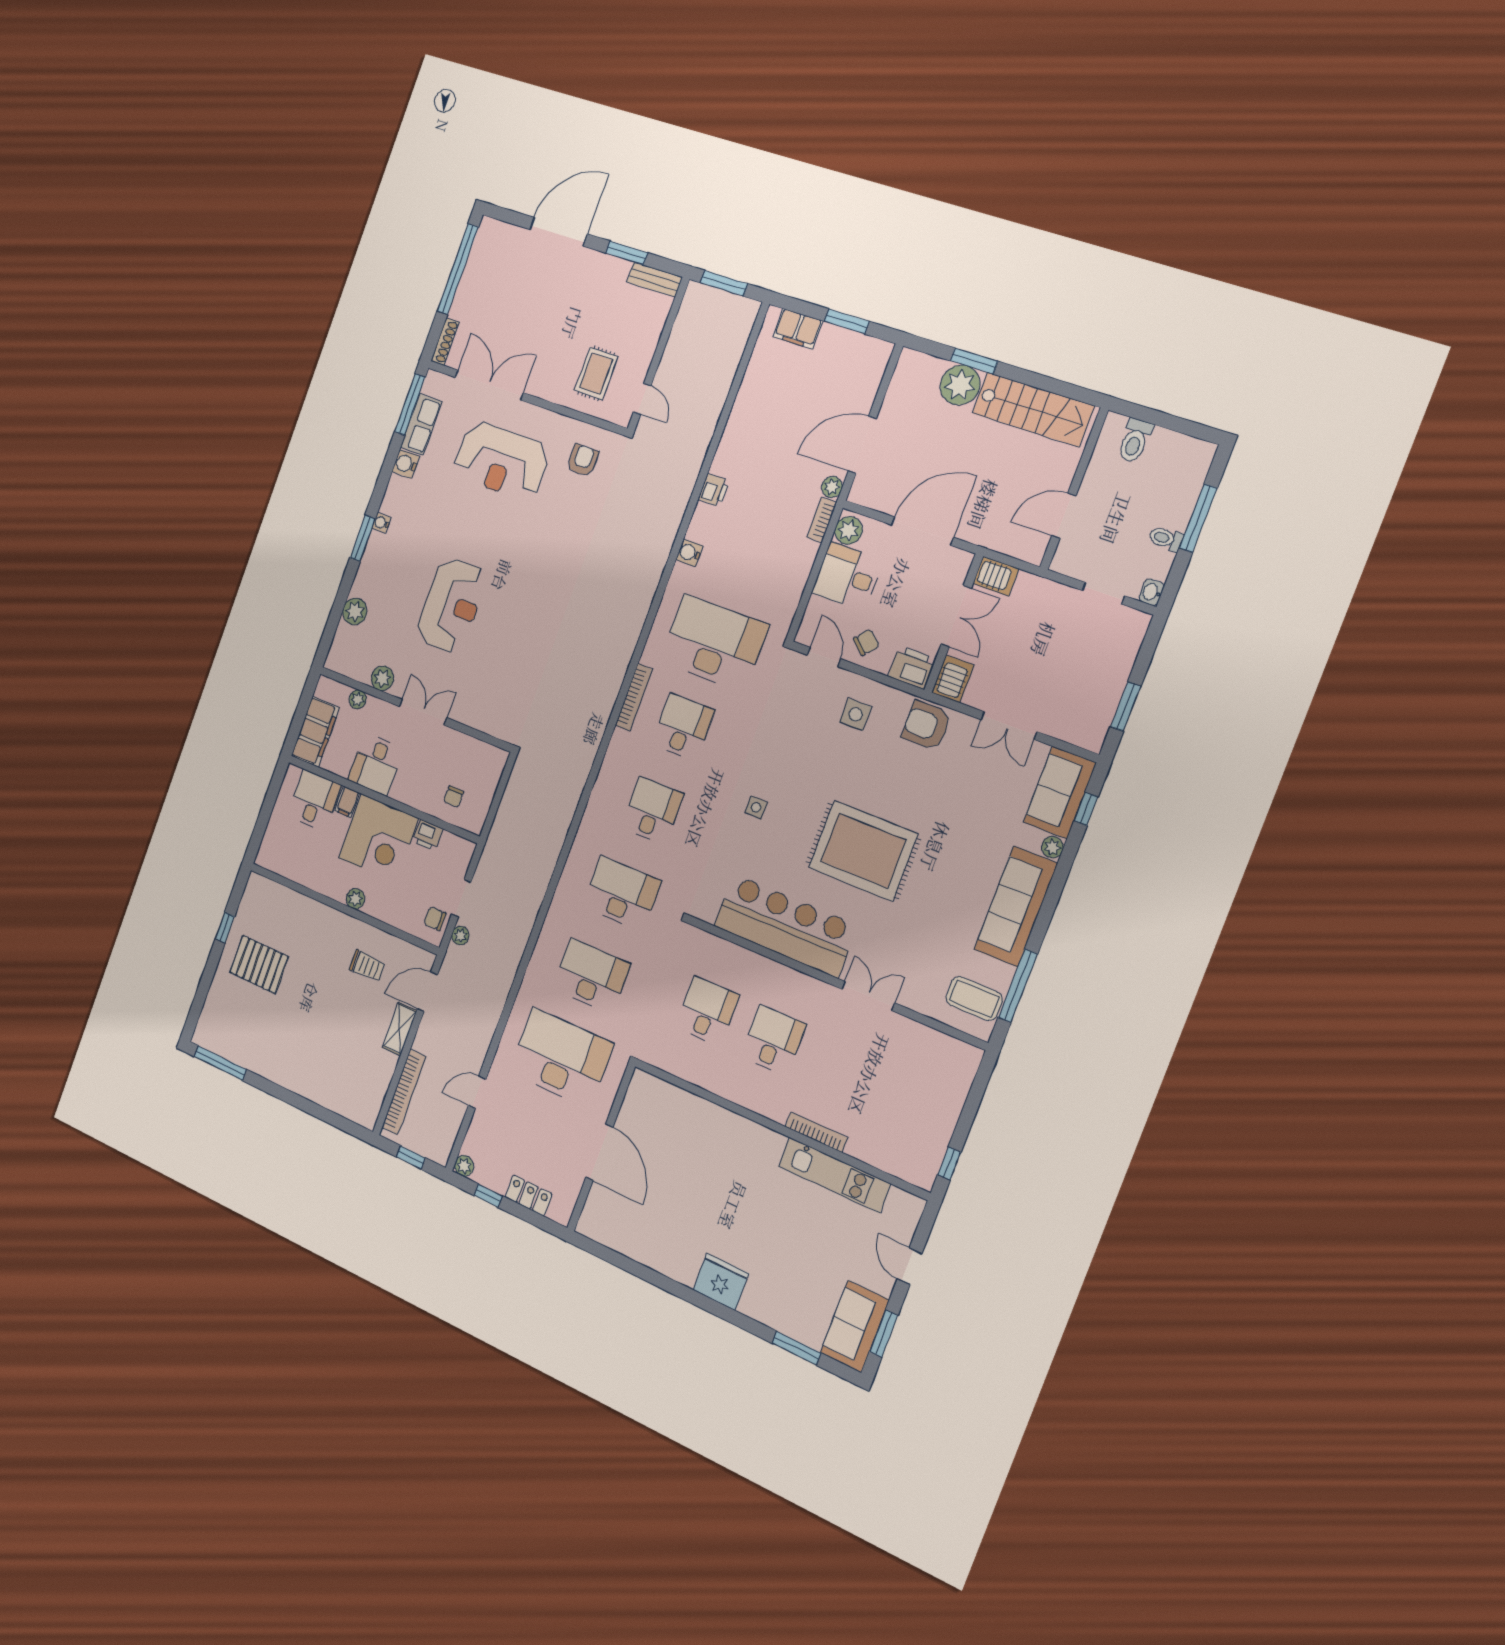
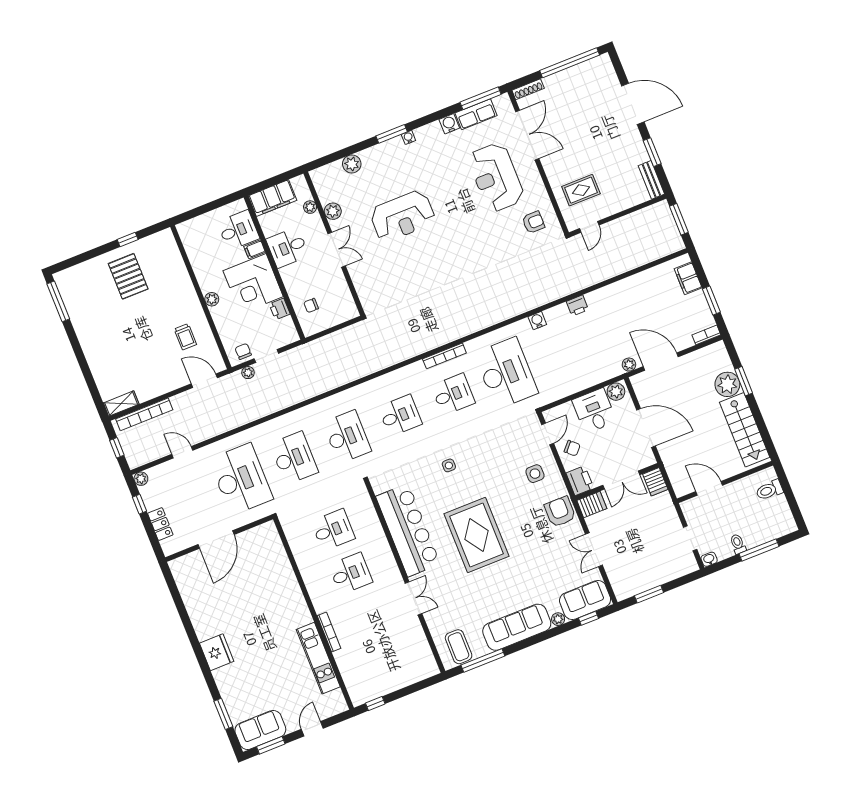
bookcase: (822, 520) -> (706, 335), moved
shelving: (400, 1029) -> (121, 404), moved

